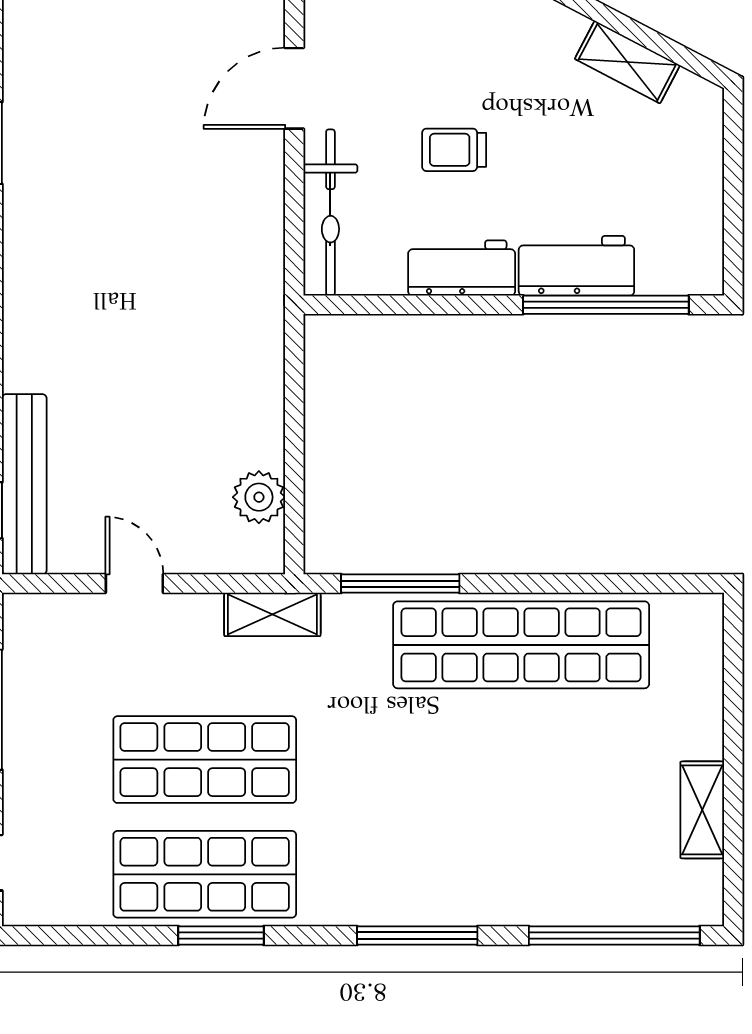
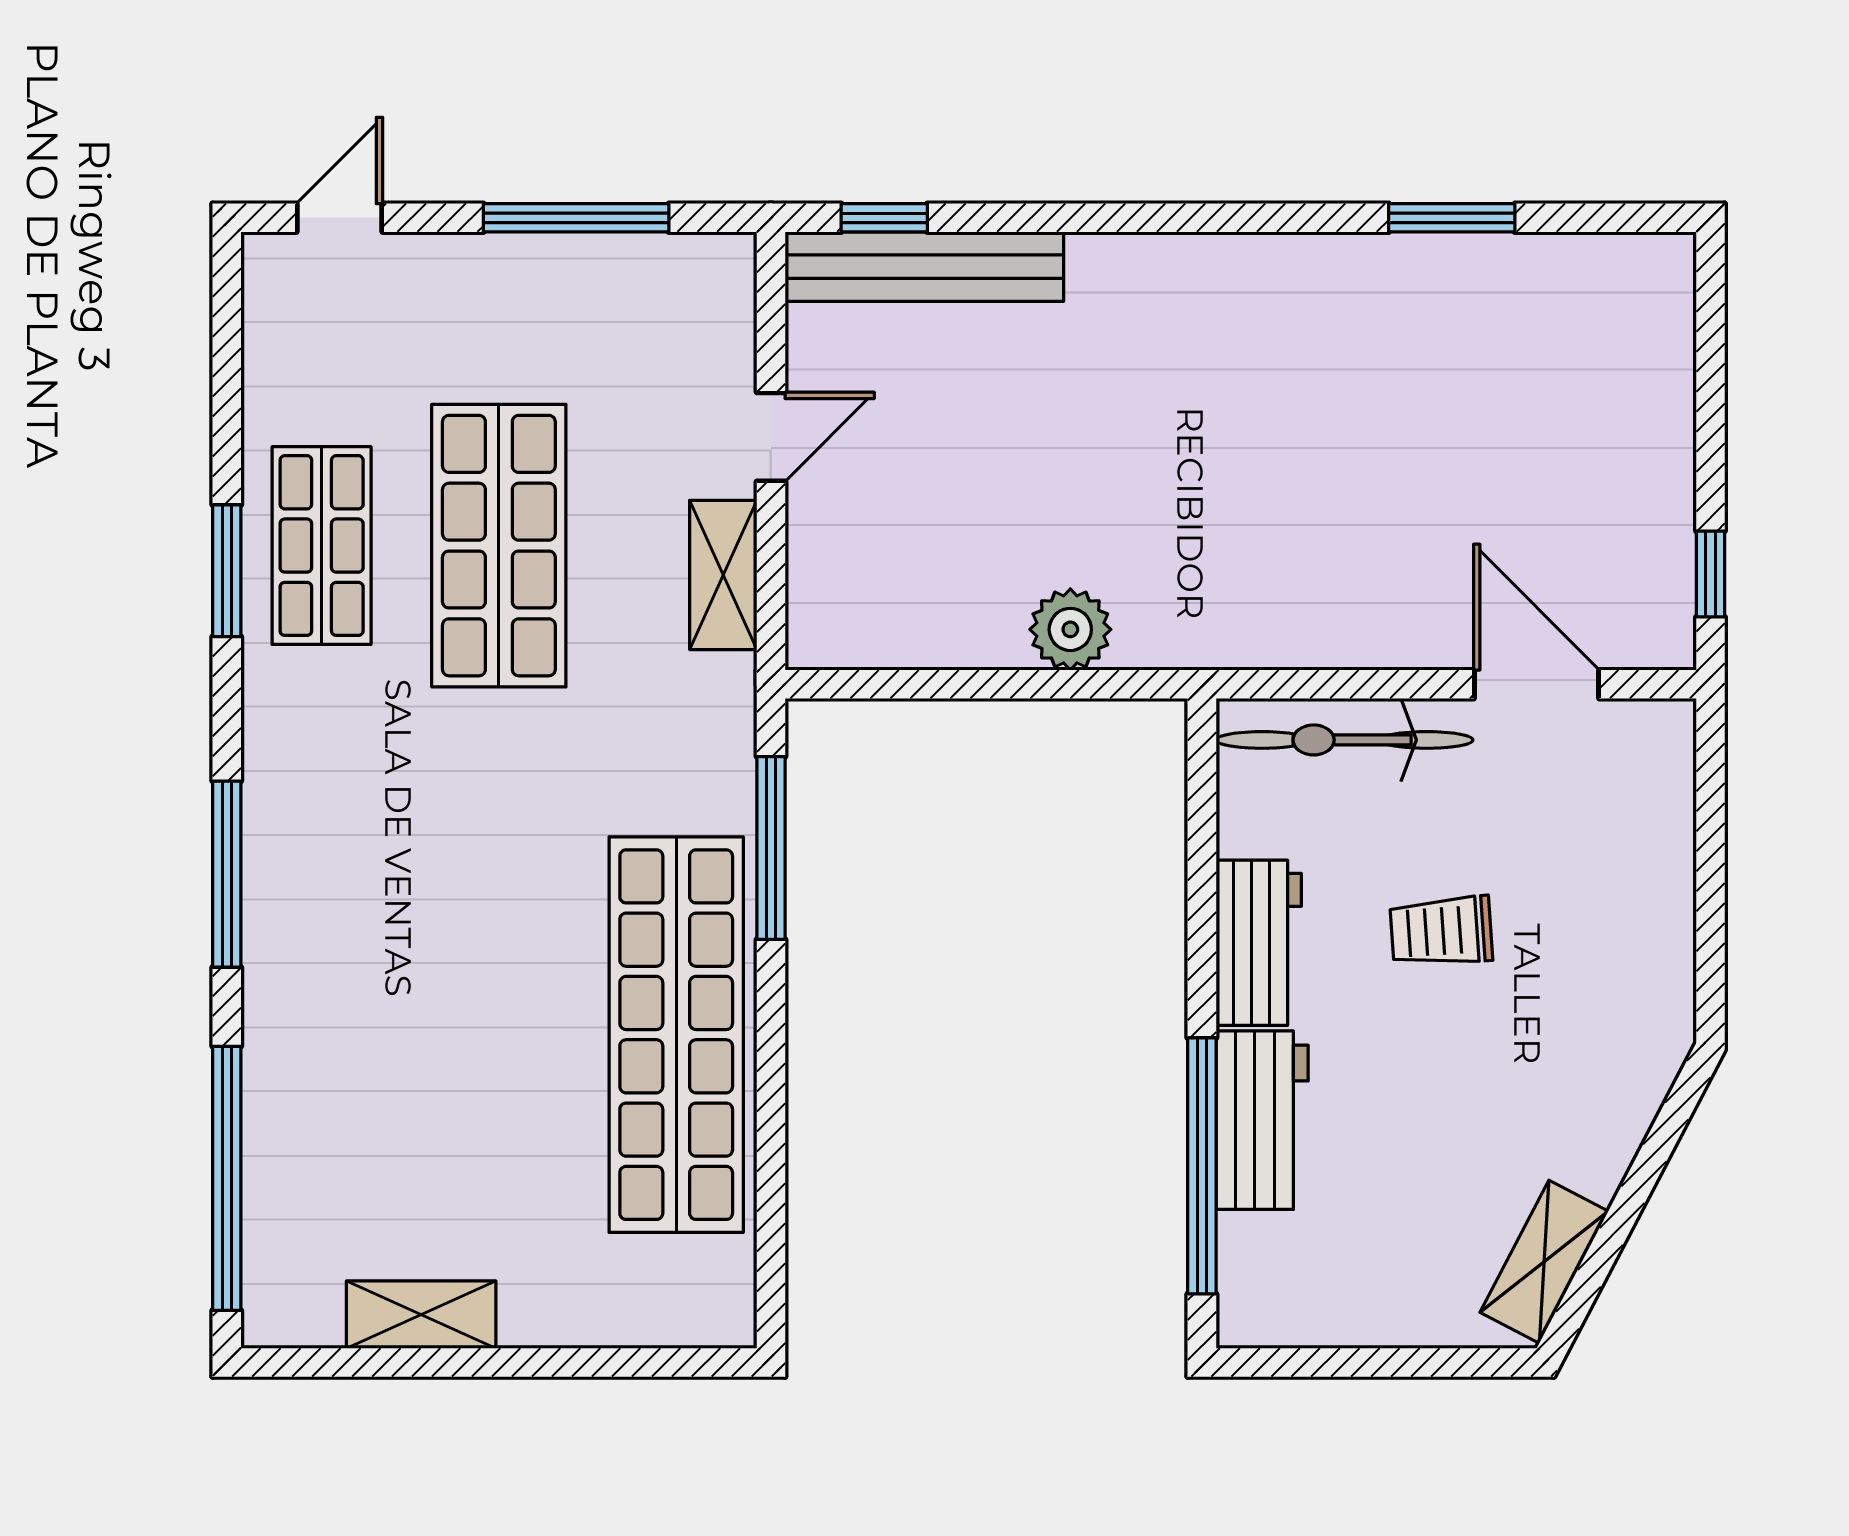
shelving: (627, 62) -> (1544, 1262), moved
trolley: (454, 150) -> (1441, 931), turned -94
plant: (259, 497) -> (1070, 629), moved
shelving: (272, 614) -> (723, 575), moved
shop shelf: (205, 874) -> (322, 546), width x0.70, depth x0.74

